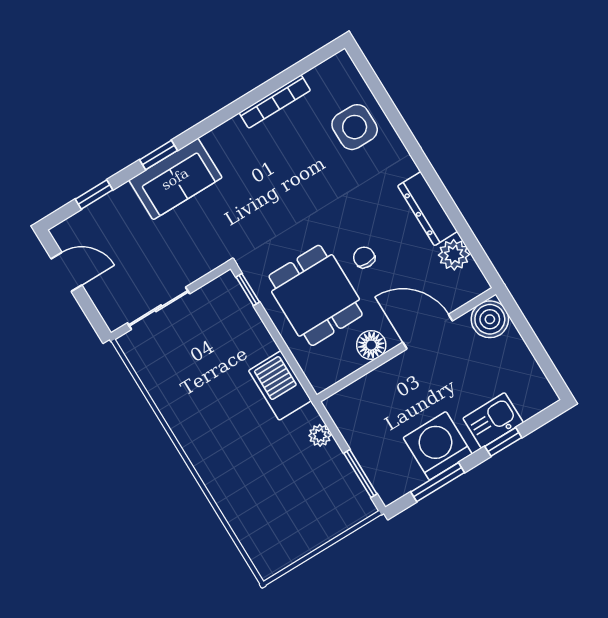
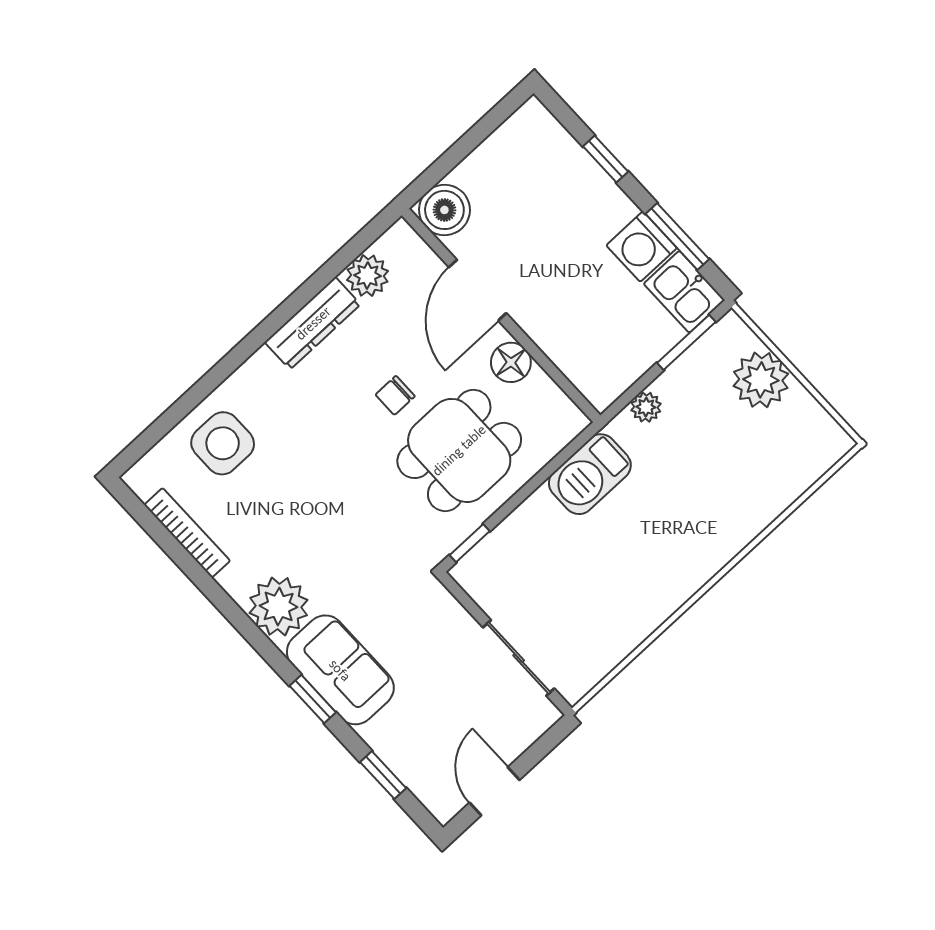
bookcase: (275, 102) -> (187, 533), moved
plant: (230, 144) -> (279, 606), added
kitchen sink: (493, 420) -> (684, 292), moved
washing machine: (438, 446) -> (642, 247), width x0.73, depth x0.73
plant: (323, 521) -> (761, 380), added

